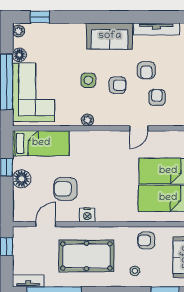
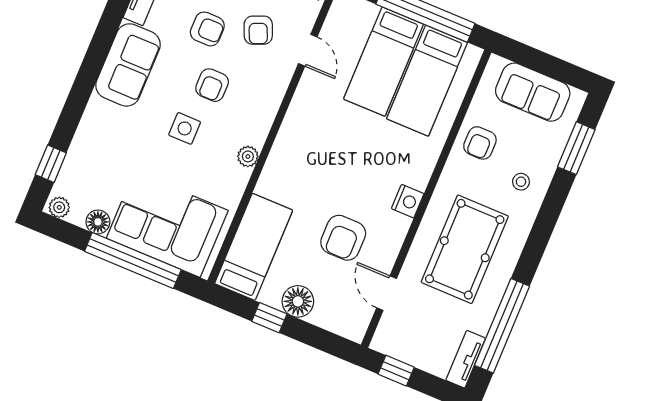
armchair: (118, 85) -> (212, 85), turned 180
armchair: (157, 97) -> (258, 30), turned -113
door: (139, 128) -> (308, 50), moved
nightstand: (87, 215) -> (408, 201), moved

